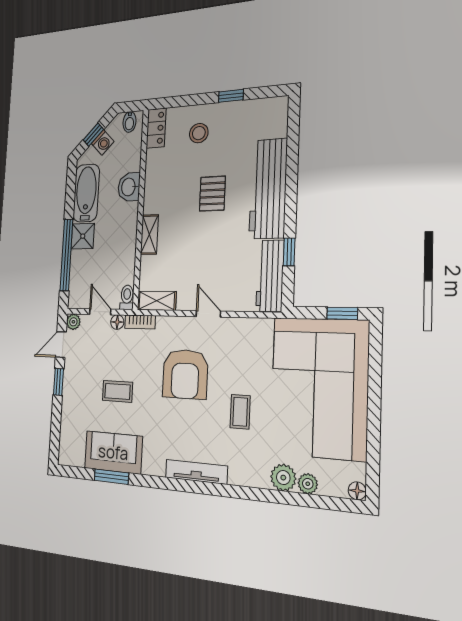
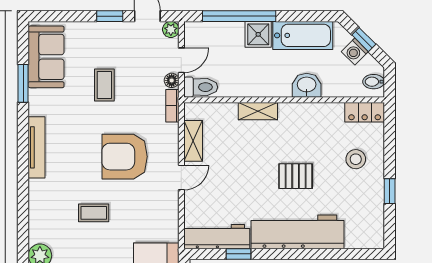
toilet: (127, 297) -> (201, 87), width x1.37, depth x1.39
shelving: (157, 301) -> (193, 141), moved
sofa: (113, 452) -> (46, 57), moved
tv unit: (196, 472) -> (37, 147), moved

